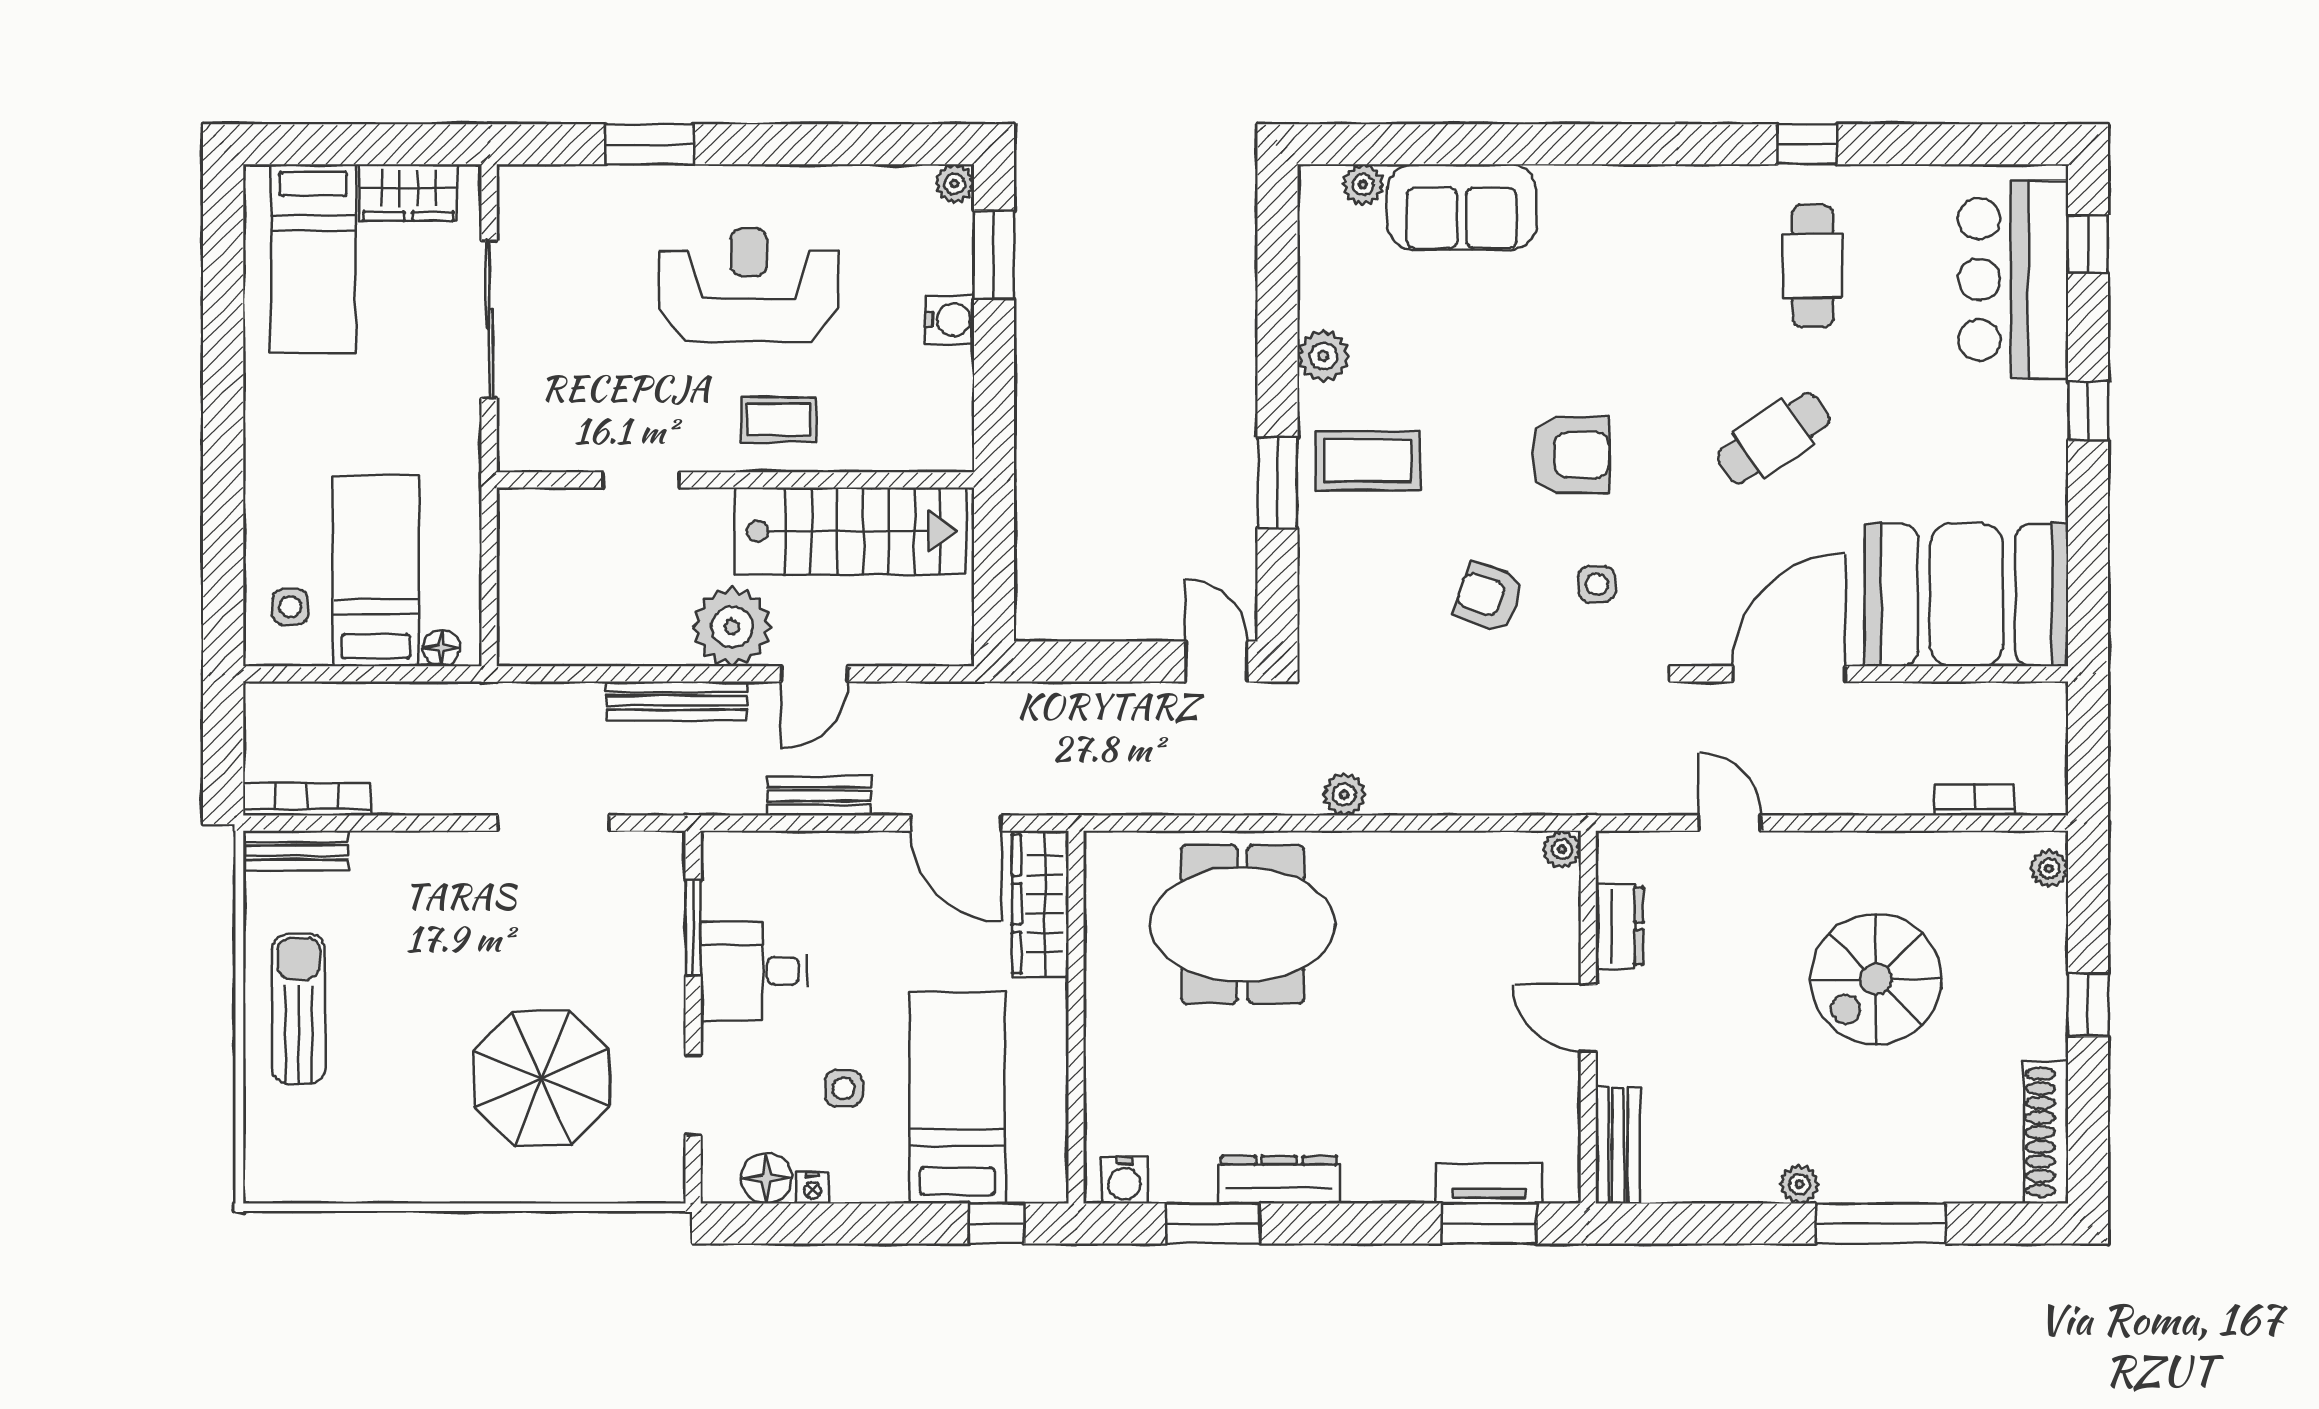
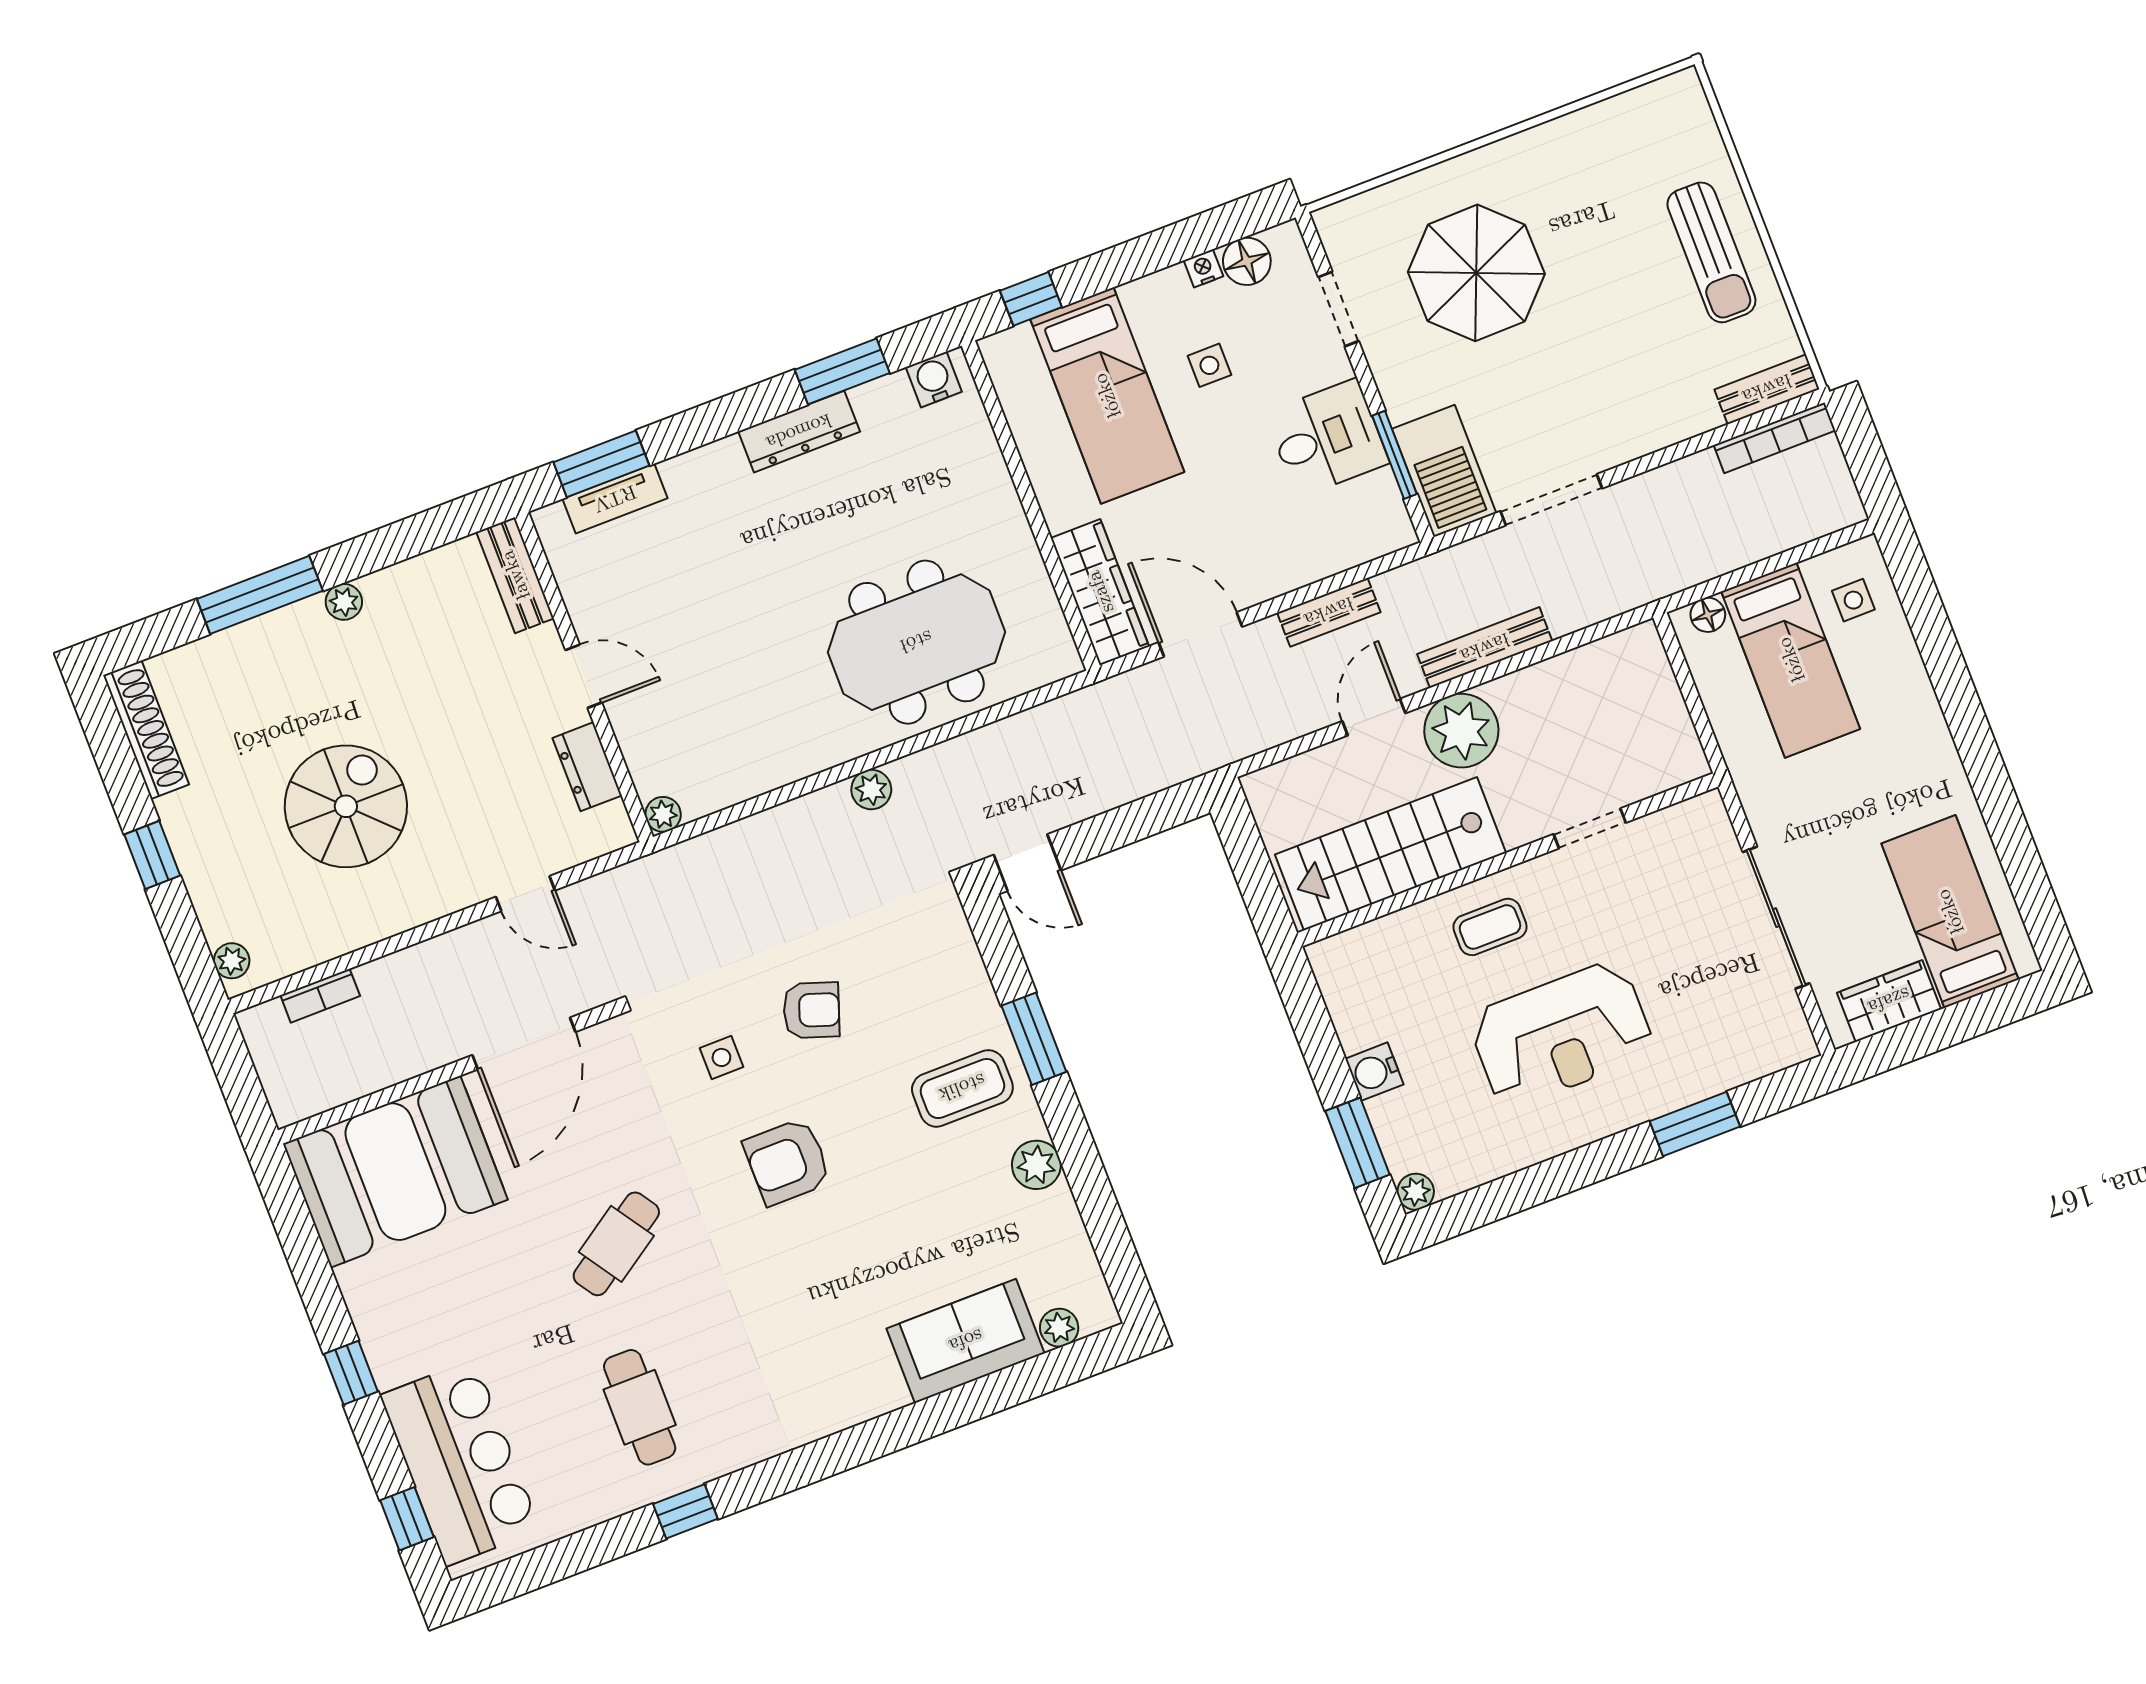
barbecue: (650, 893) -> (1444, 471), added

